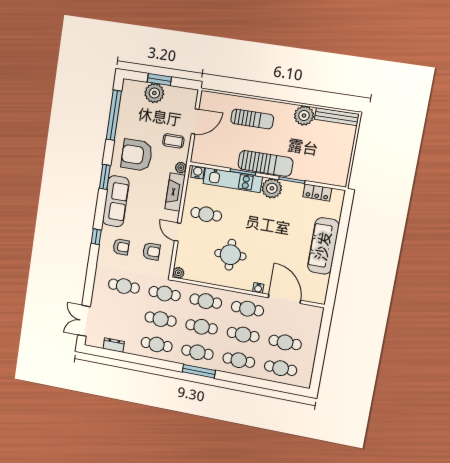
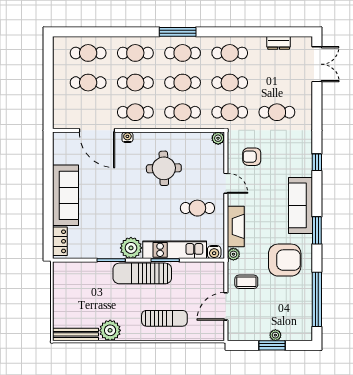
plant: (154, 93) -> (275, 335), width x0.53, depth x0.53
sun lounger: (252, 119) -> (164, 318), turned 180
locker: (317, 192) -> (60, 241), moved, turned 90
armchair: (121, 247) -> (287, 156), removed

